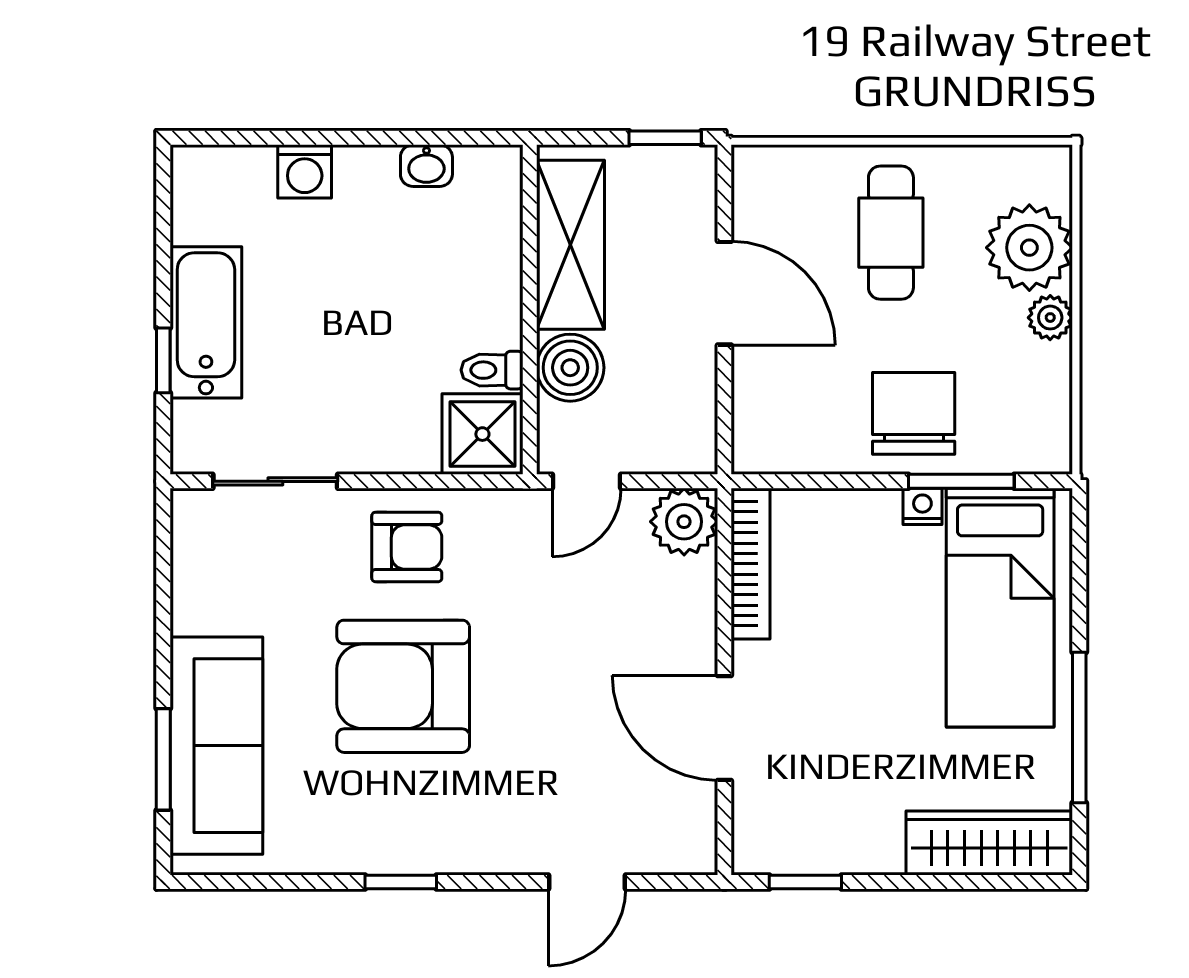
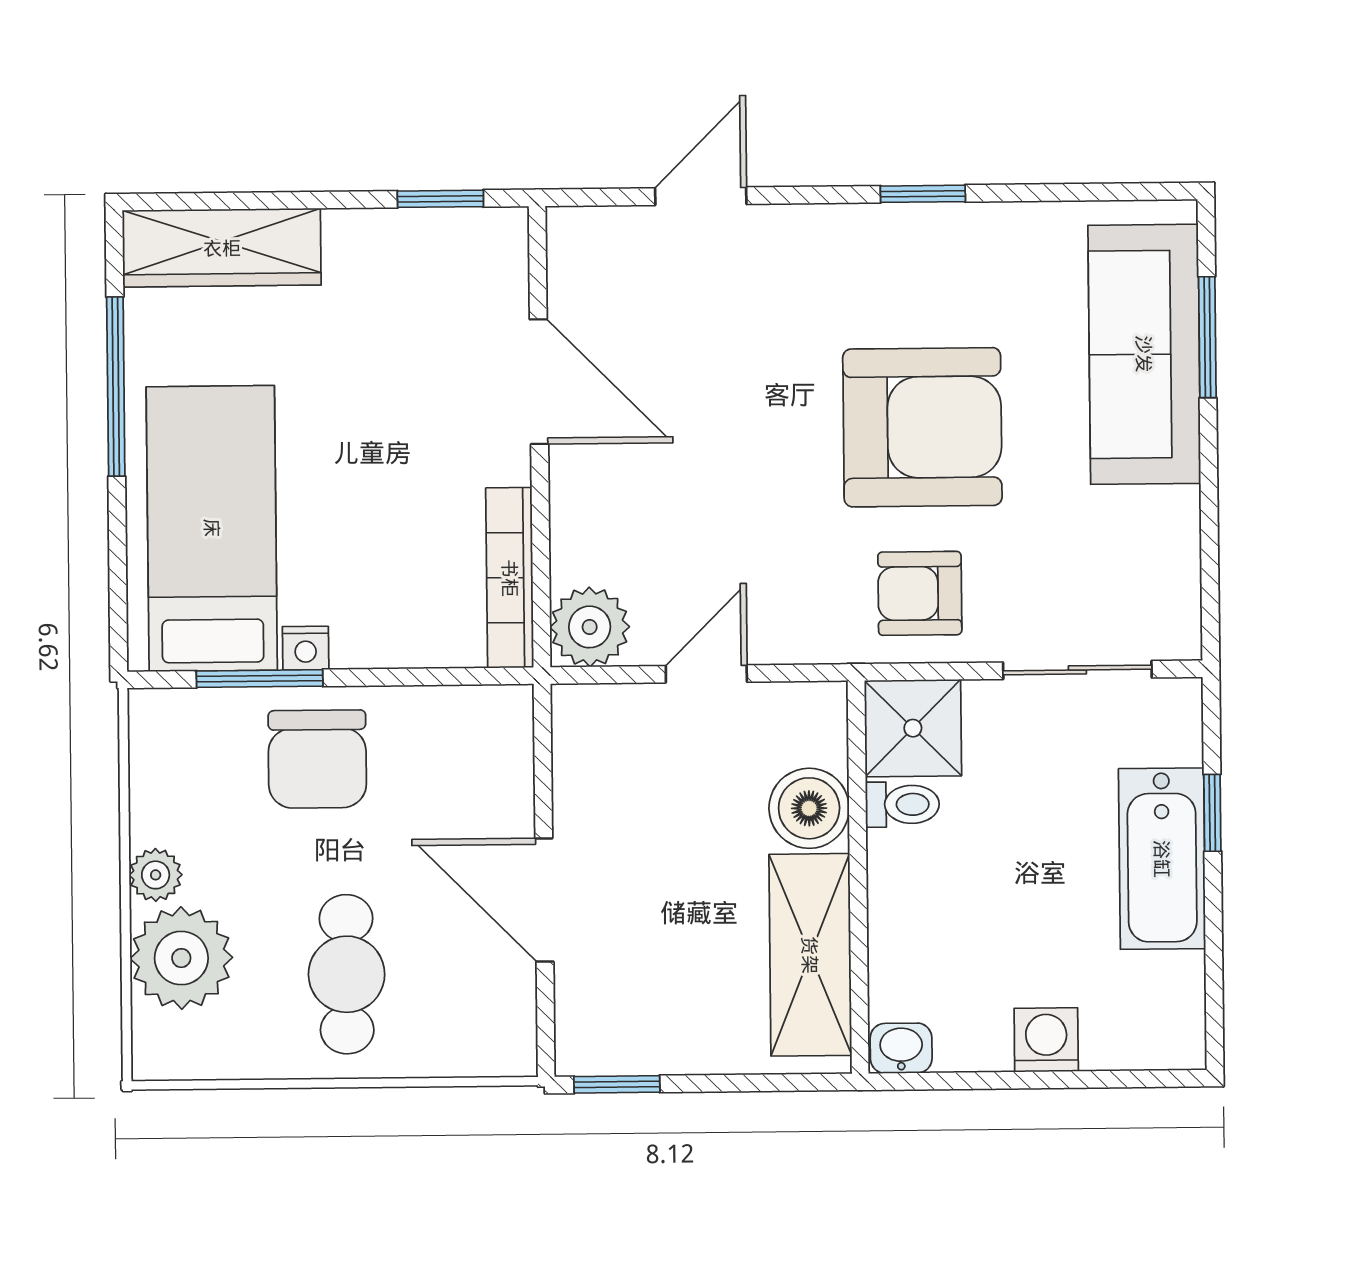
shelving: (570, 245) -> (810, 955), moved
wall: (530, 310) -> (858, 877), moved
boiler: (570, 368) -> (809, 808), moved
toilet: (492, 370) -> (902, 804), moved
shower: (482, 434) -> (913, 728), moved

